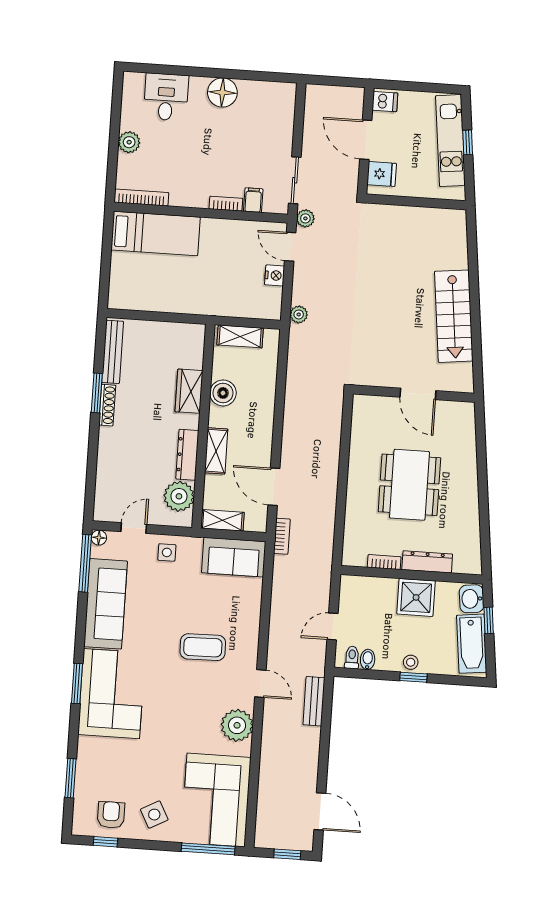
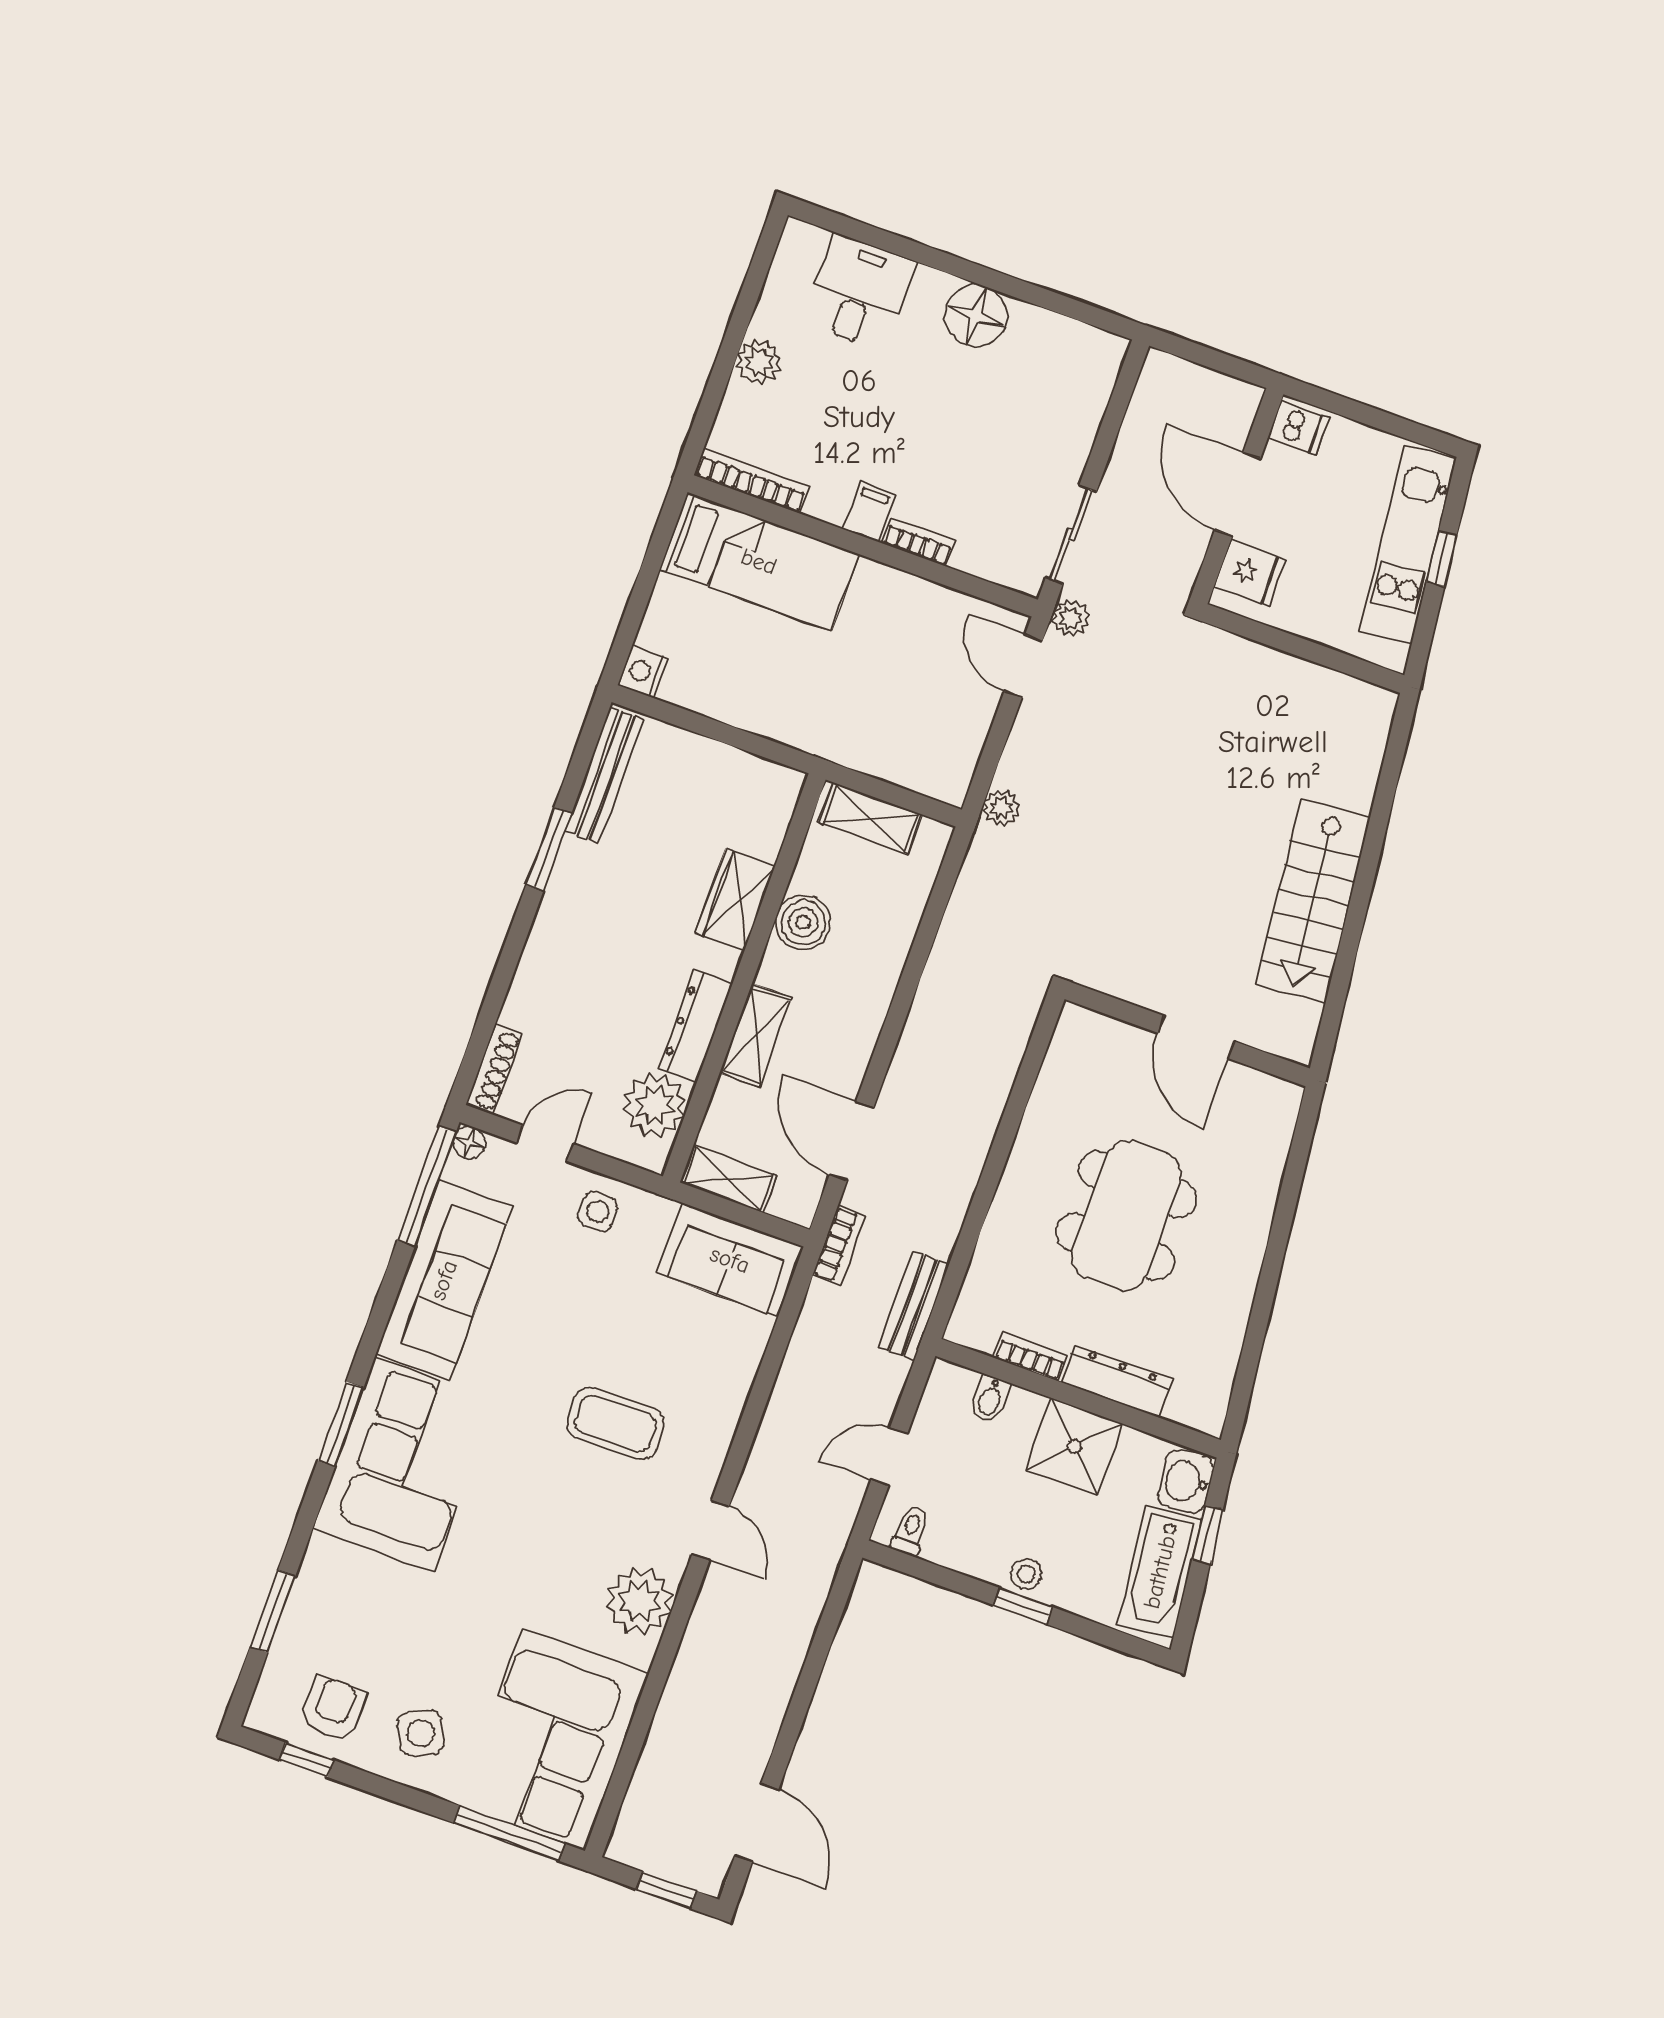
filing cabinet: (253, 200) -> (869, 512), moved
nightstand: (275, 275) -> (643, 672), moved, turned 180
shoe rack: (107, 405) -> (494, 1069), moved
bidet: (368, 659) -> (990, 1399), moved, turned 180
bench: (314, 701) -> (914, 1306), moved

